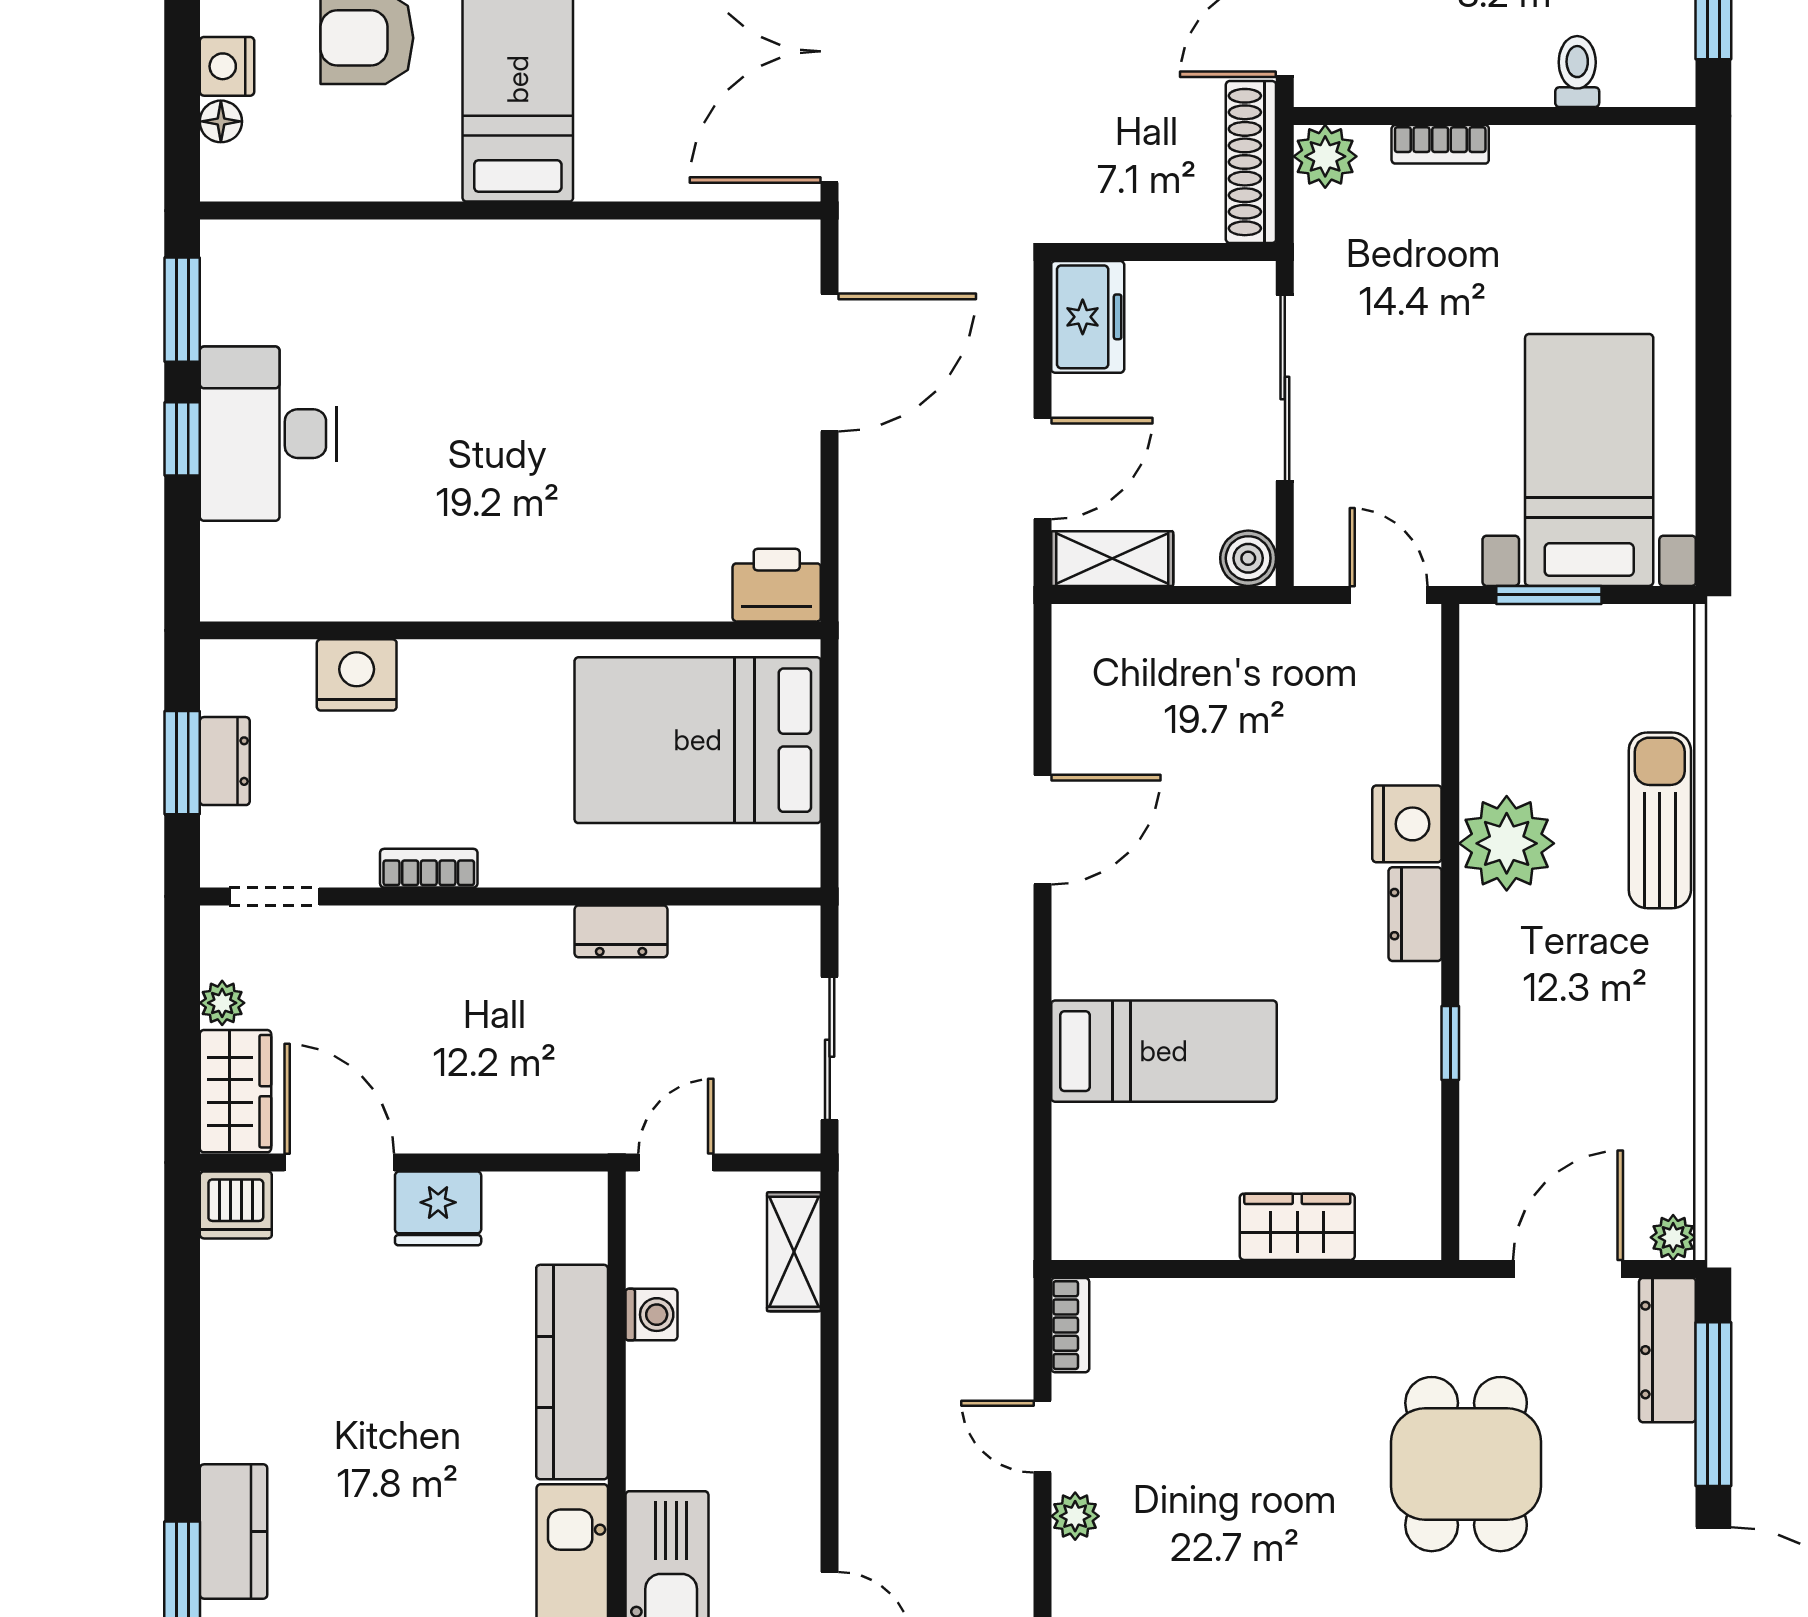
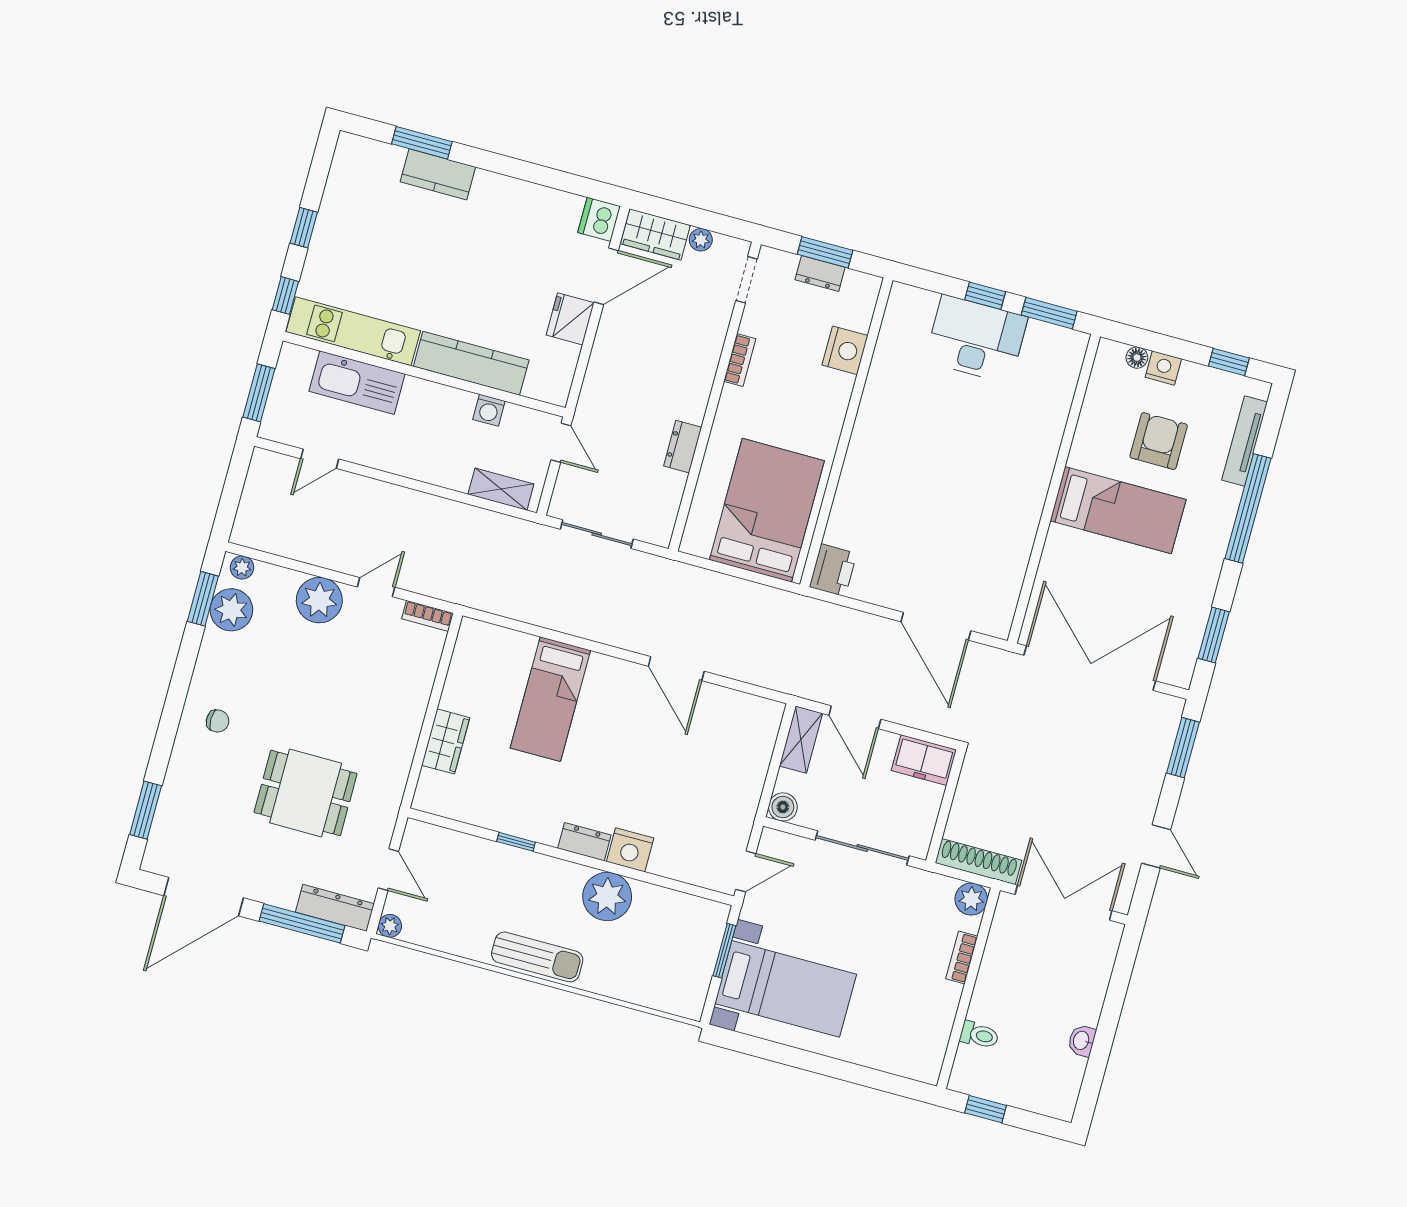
sun lounger: (1660, 820) -> (537, 957), moved
door: (1568, 1269) -> (388, 870), width x0.73
plant: (1075, 1516) -> (319, 600), width x1.88, depth x1.88

